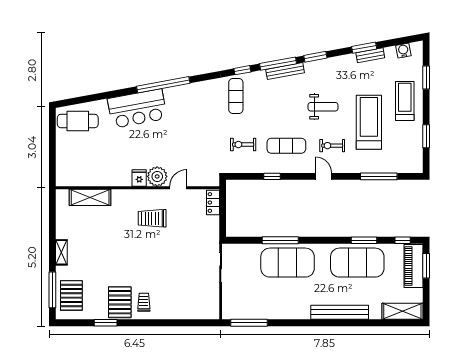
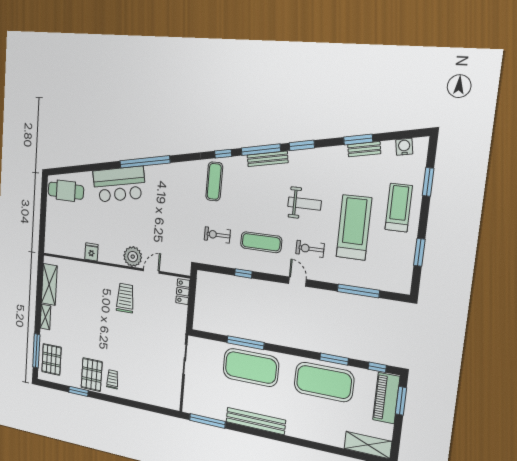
fridge: (139, 178) -> (91, 252), moved
shelving: (90, 197) -> (49, 284), moved, turned 90
trolley: (152, 218) -> (125, 298), turned 90
bench: (340, 312) -> (256, 421), moved

